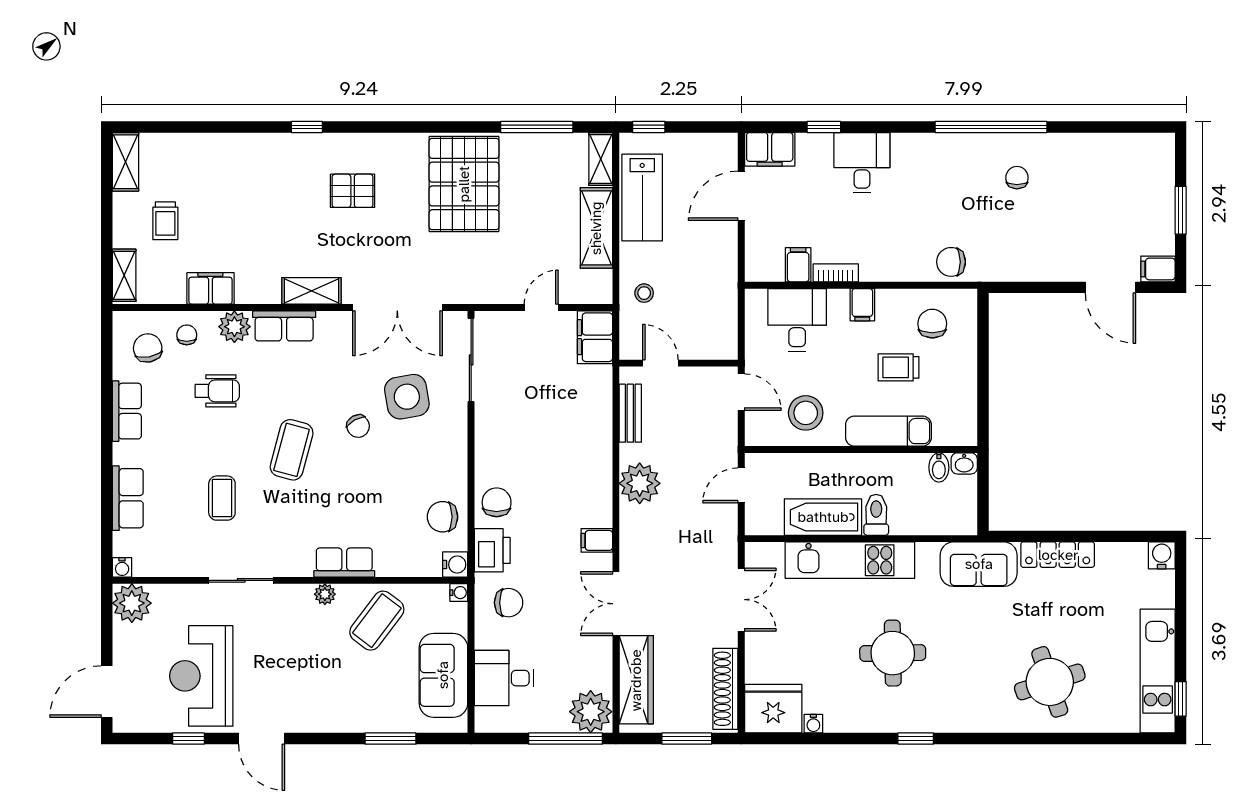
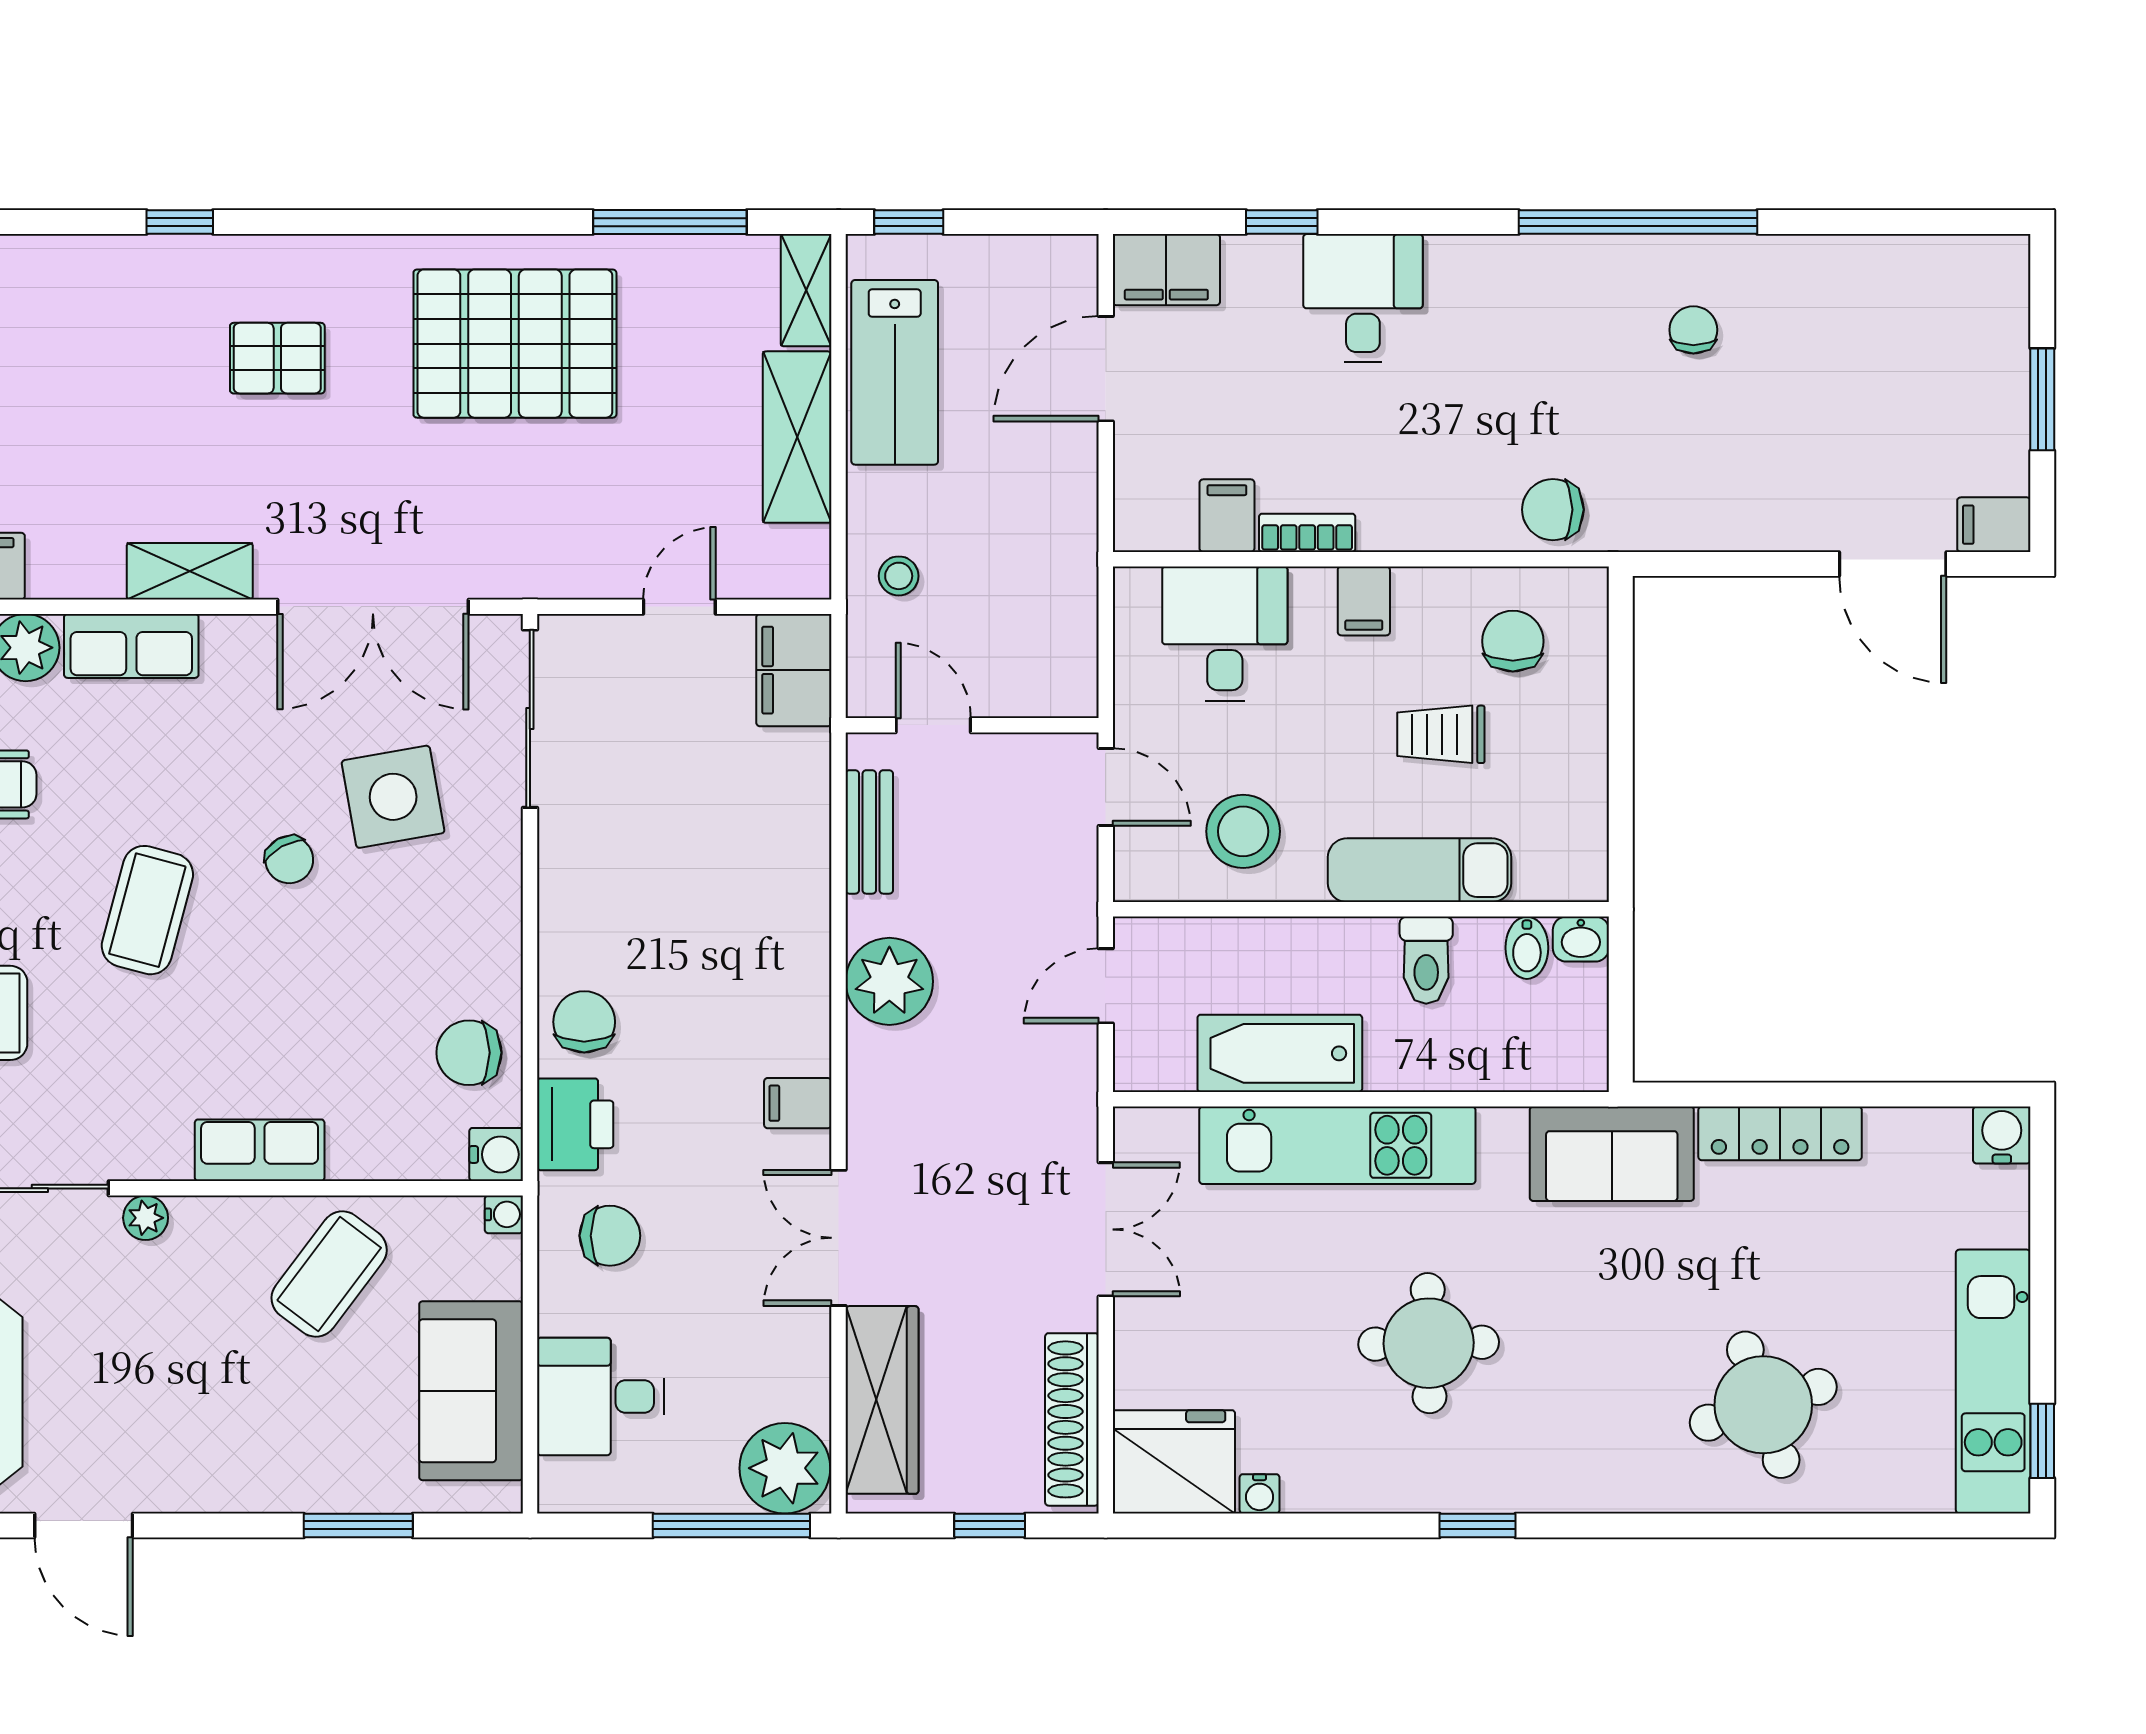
pallet: (464, 184) -> (515, 344), turned 90
toilet: (876, 515) -> (1426, 960), moved, turned 180
plant: (325, 594) -> (146, 1218), moved
window: (687, 739) -> (990, 1525), width x0.67

